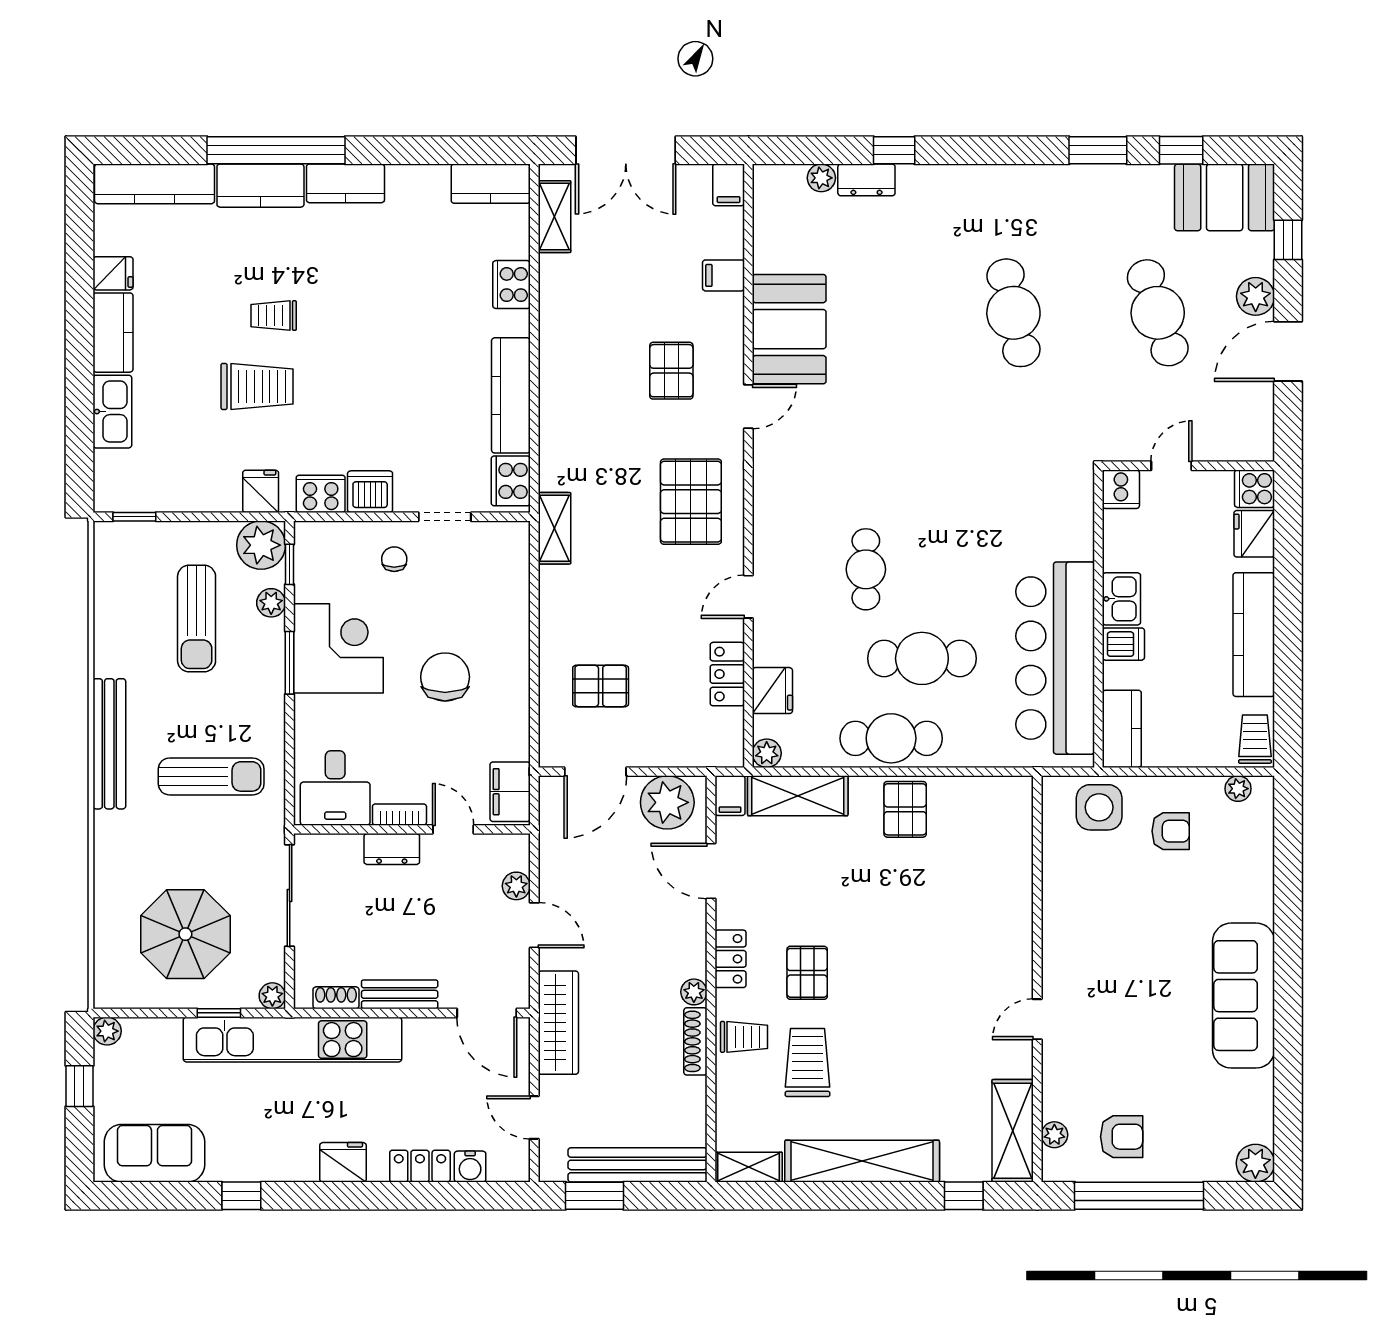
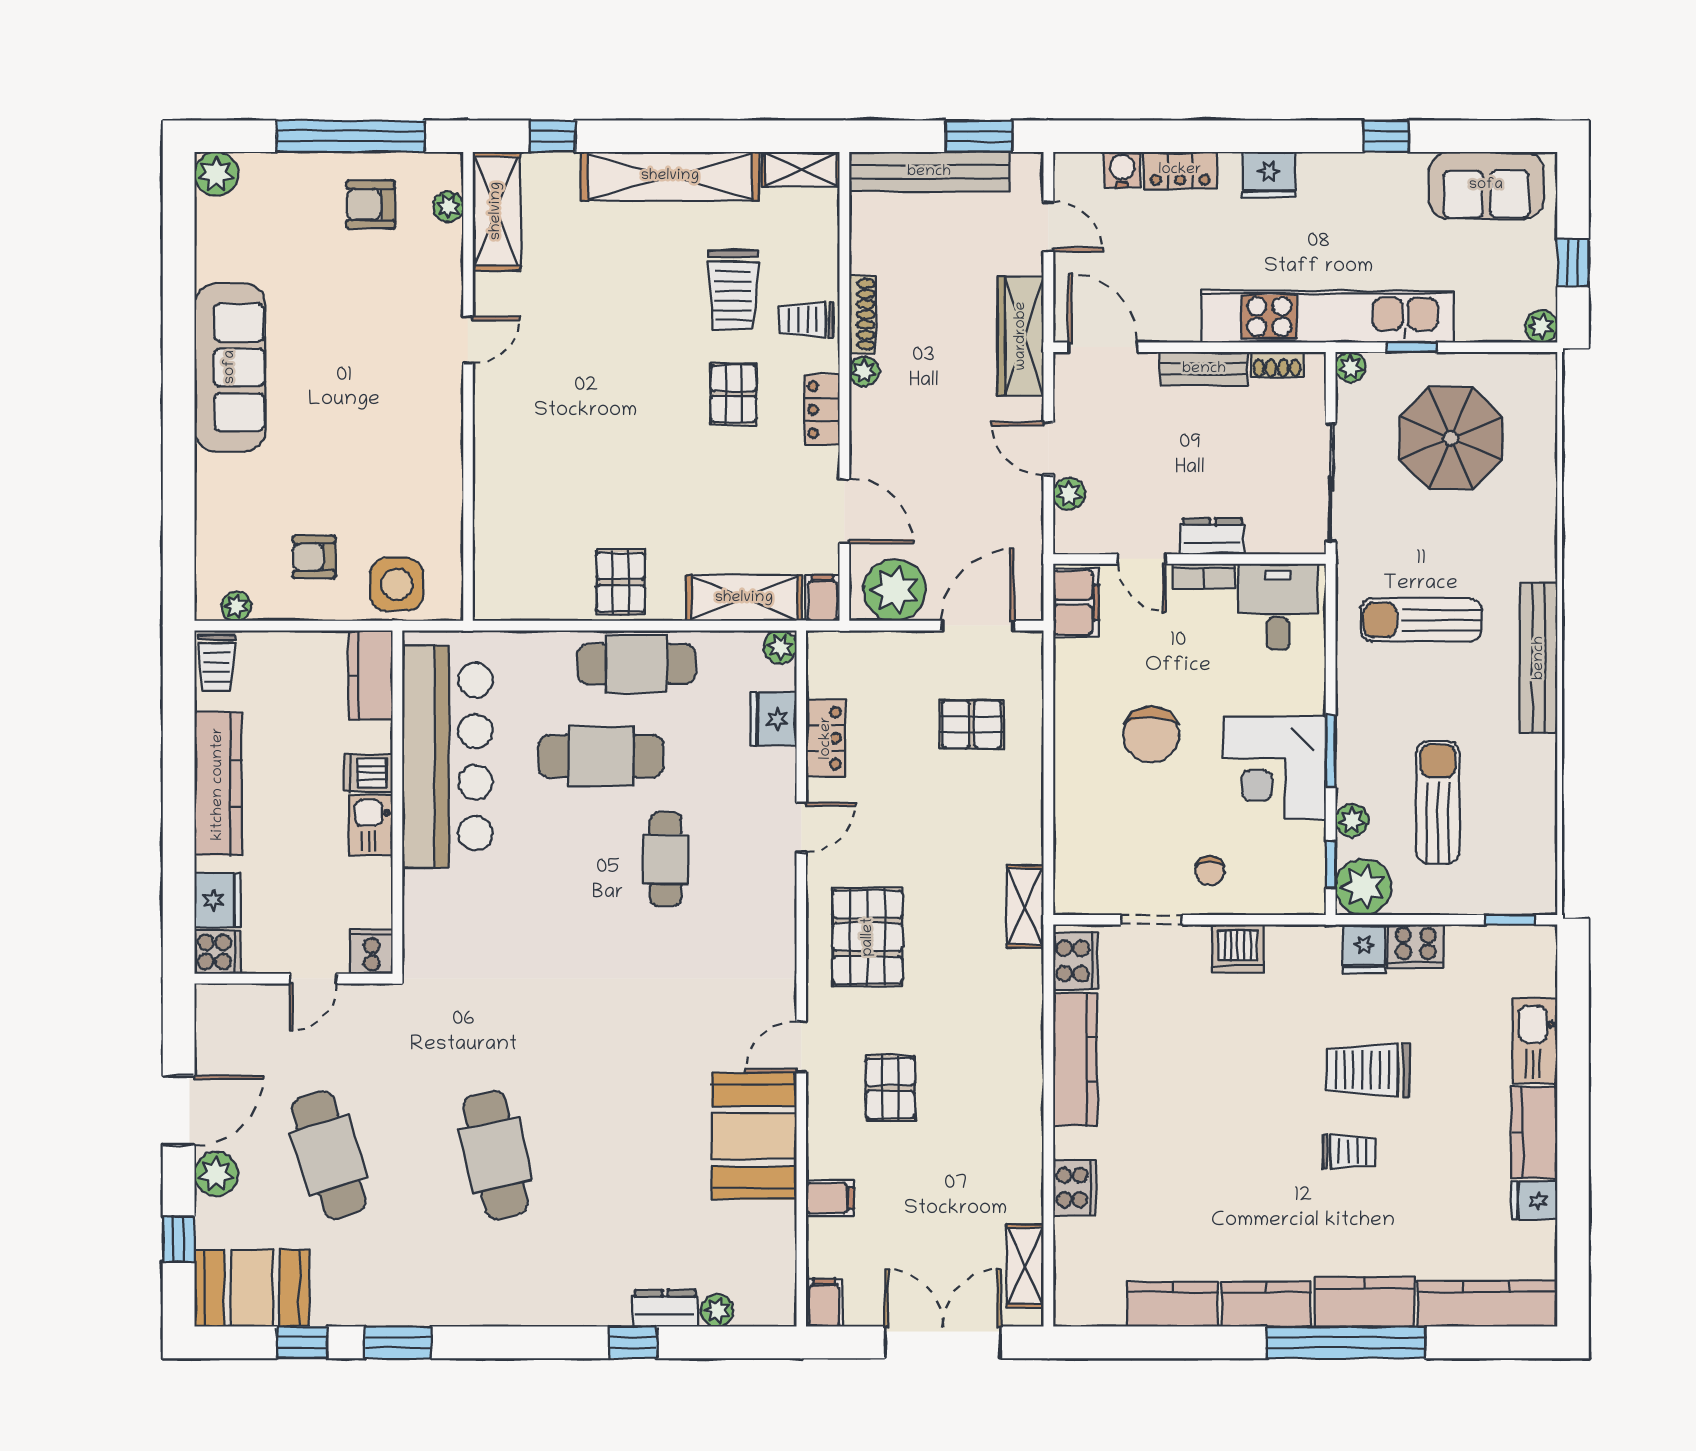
kitchen counter: (491, 184) -> (1173, 1304), moved
cooker: (321, 494) -> (1416, 946), moved

